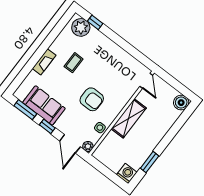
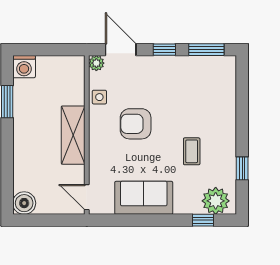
window: (54, 34) -> (242, 168), added
fireplace: (44, 62) -> (228, 125), removed
sofa: (44, 105) -> (144, 198), moved, turned 180

